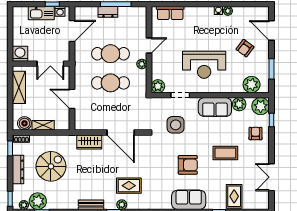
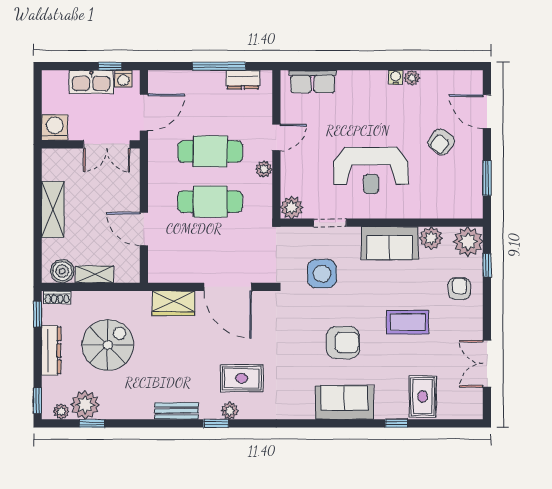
dresser: (108, 12) -> (243, 80), moved
washing machine: (20, 54) -> (55, 127), moved
wall: (41, 64) -> (91, 144), moved
double door: (50, 64) -> (107, 144), moved
plant: (252, 85) -> (453, 204), removed

